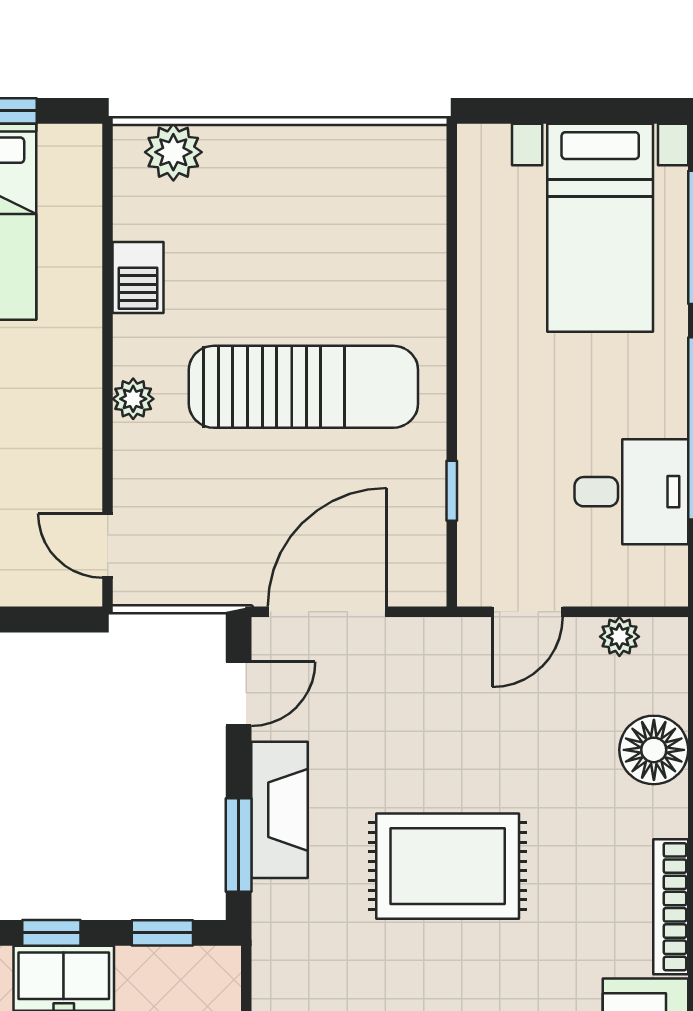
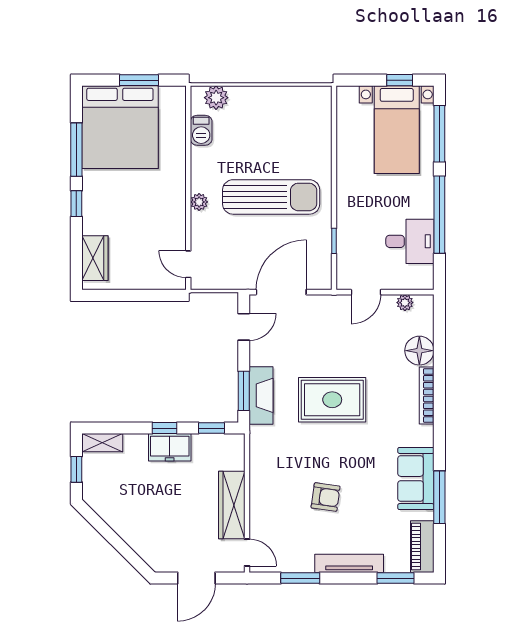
window: (607, 111) -> (400, 80), added
barbecue: (138, 277) -> (201, 130), moved
fireplace: (280, 810) -> (261, 395), moved
bookcase: (671, 907) -> (427, 396), moved

